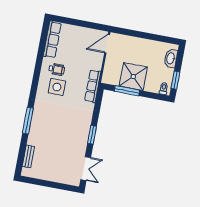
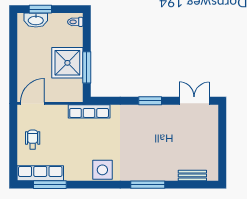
door: (107, 44) -> (32, 103), swing flipped
window: (42, 45) -> (50, 185), added
wheelchair: (57, 69) -> (33, 140), moved
window: (175, 80) -> (40, 9), moved
side table: (57, 87) -> (102, 170), moved

